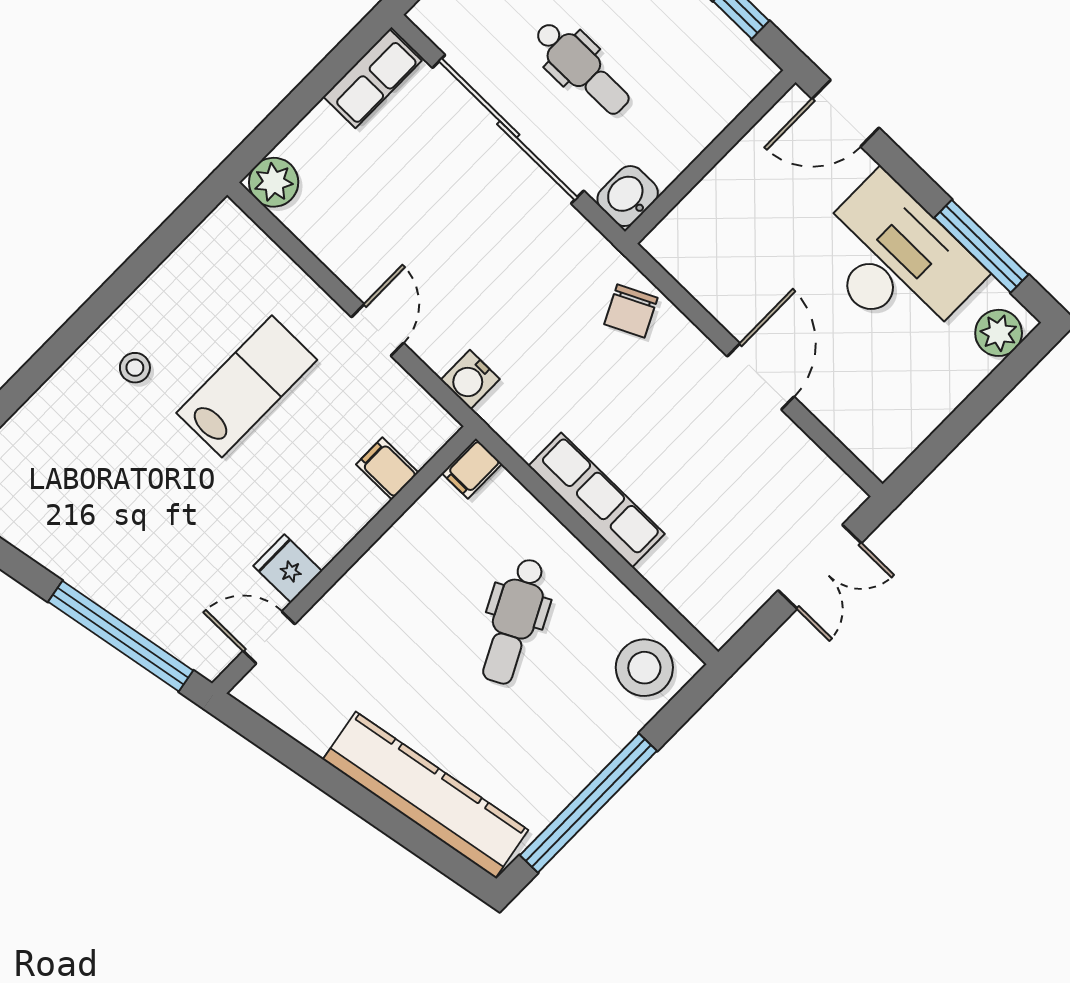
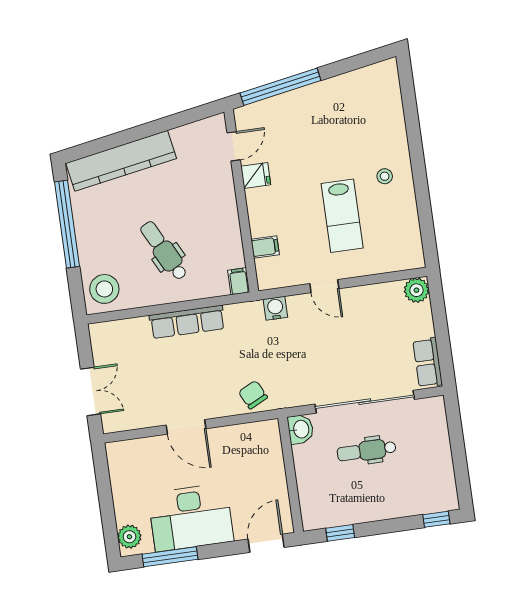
double door: (820, 567) -> (91, 391), swing flipped

